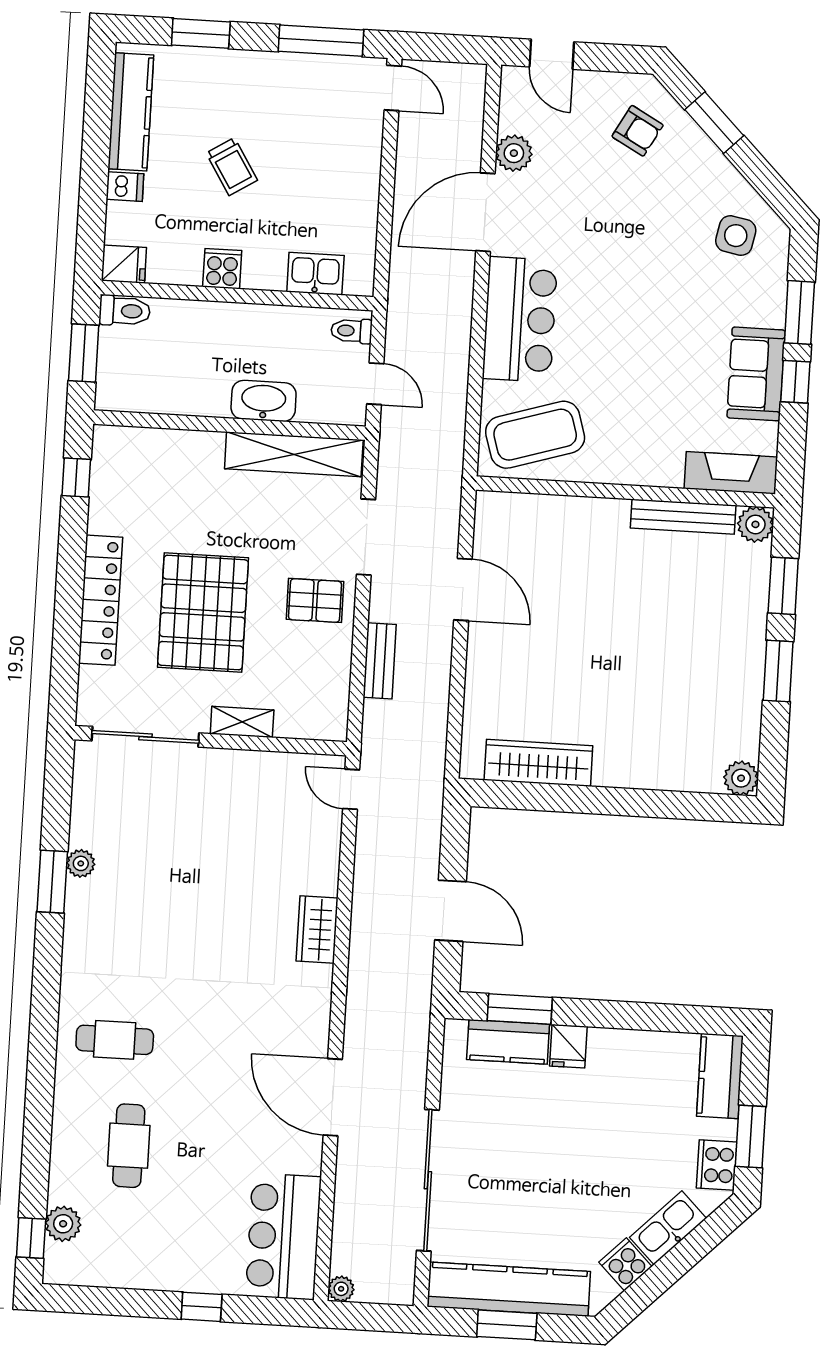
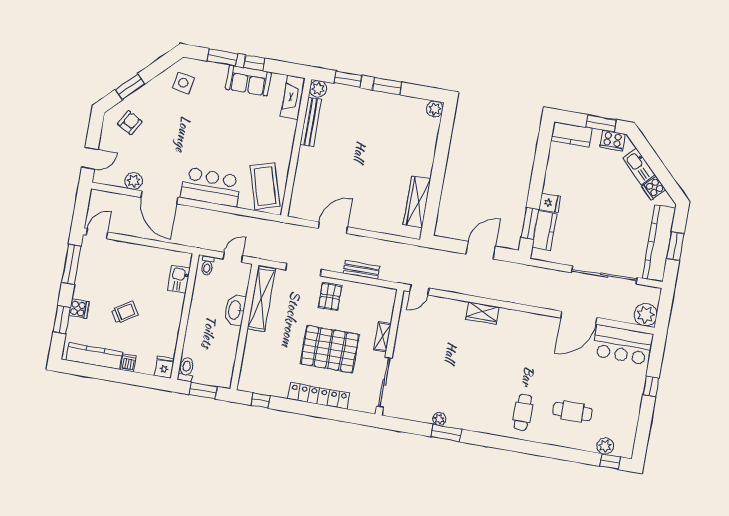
cooker: (222, 269) -> (79, 309), moved, turned 180
door: (333, 1097) -> (579, 318), moved
plant: (341, 1289) -> (646, 315), width x1.88, depth x1.88

